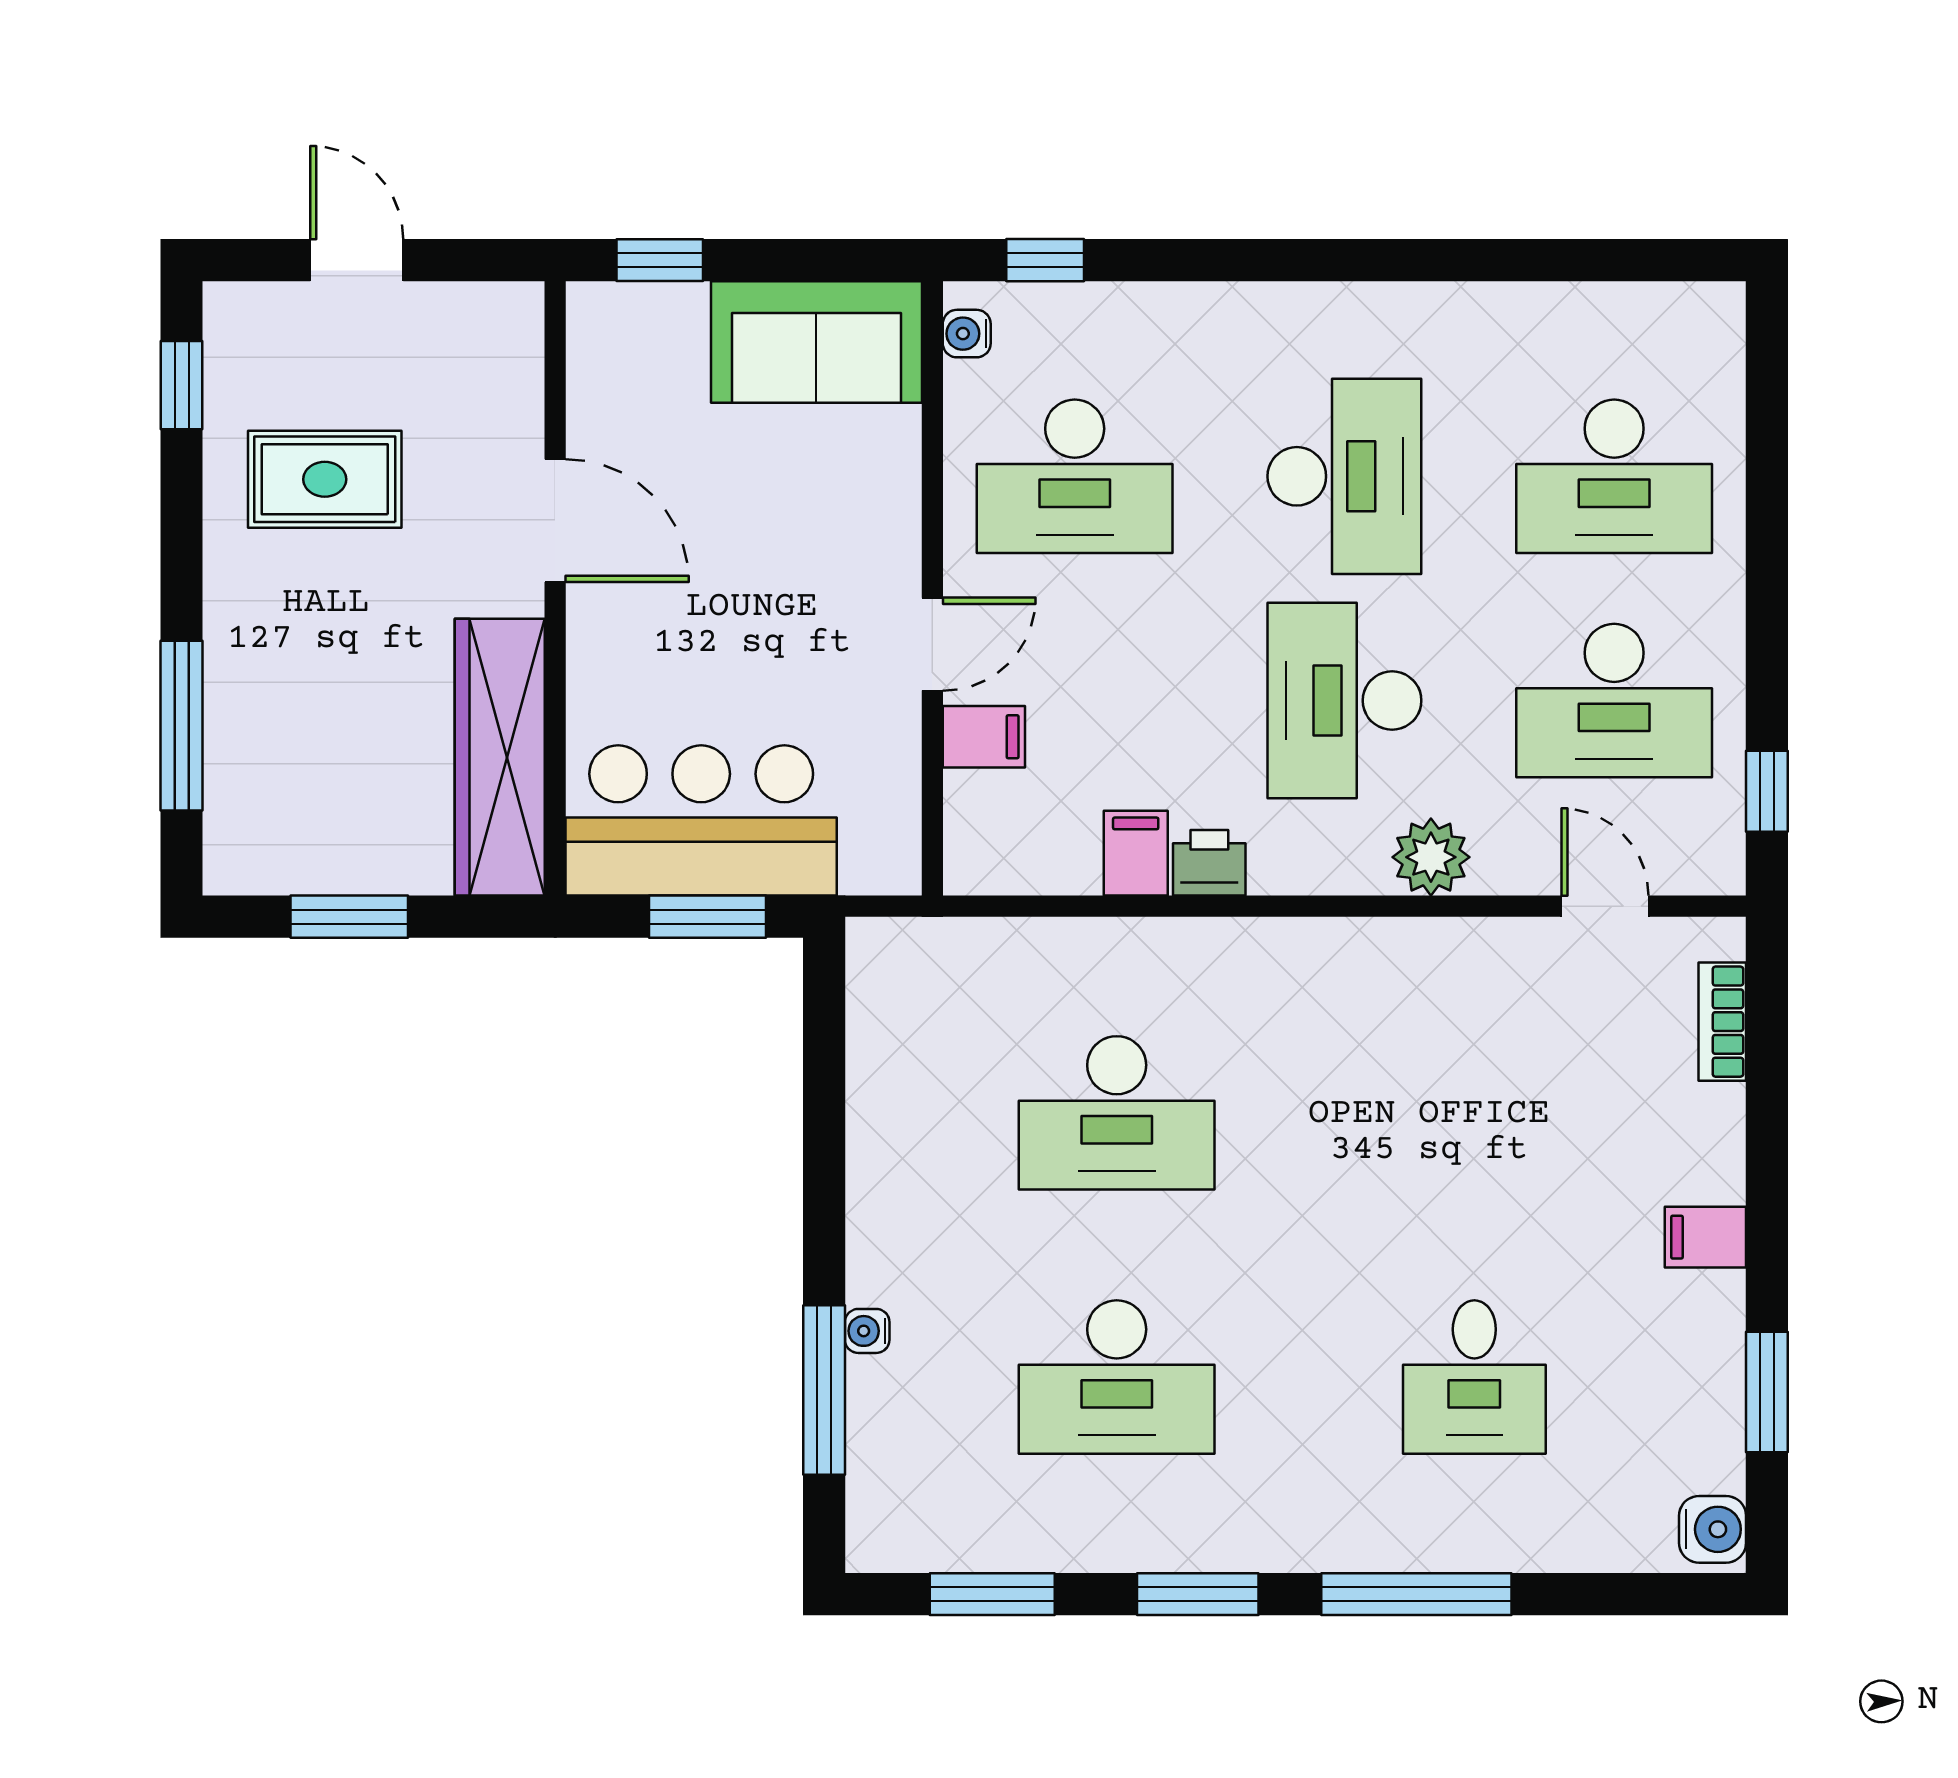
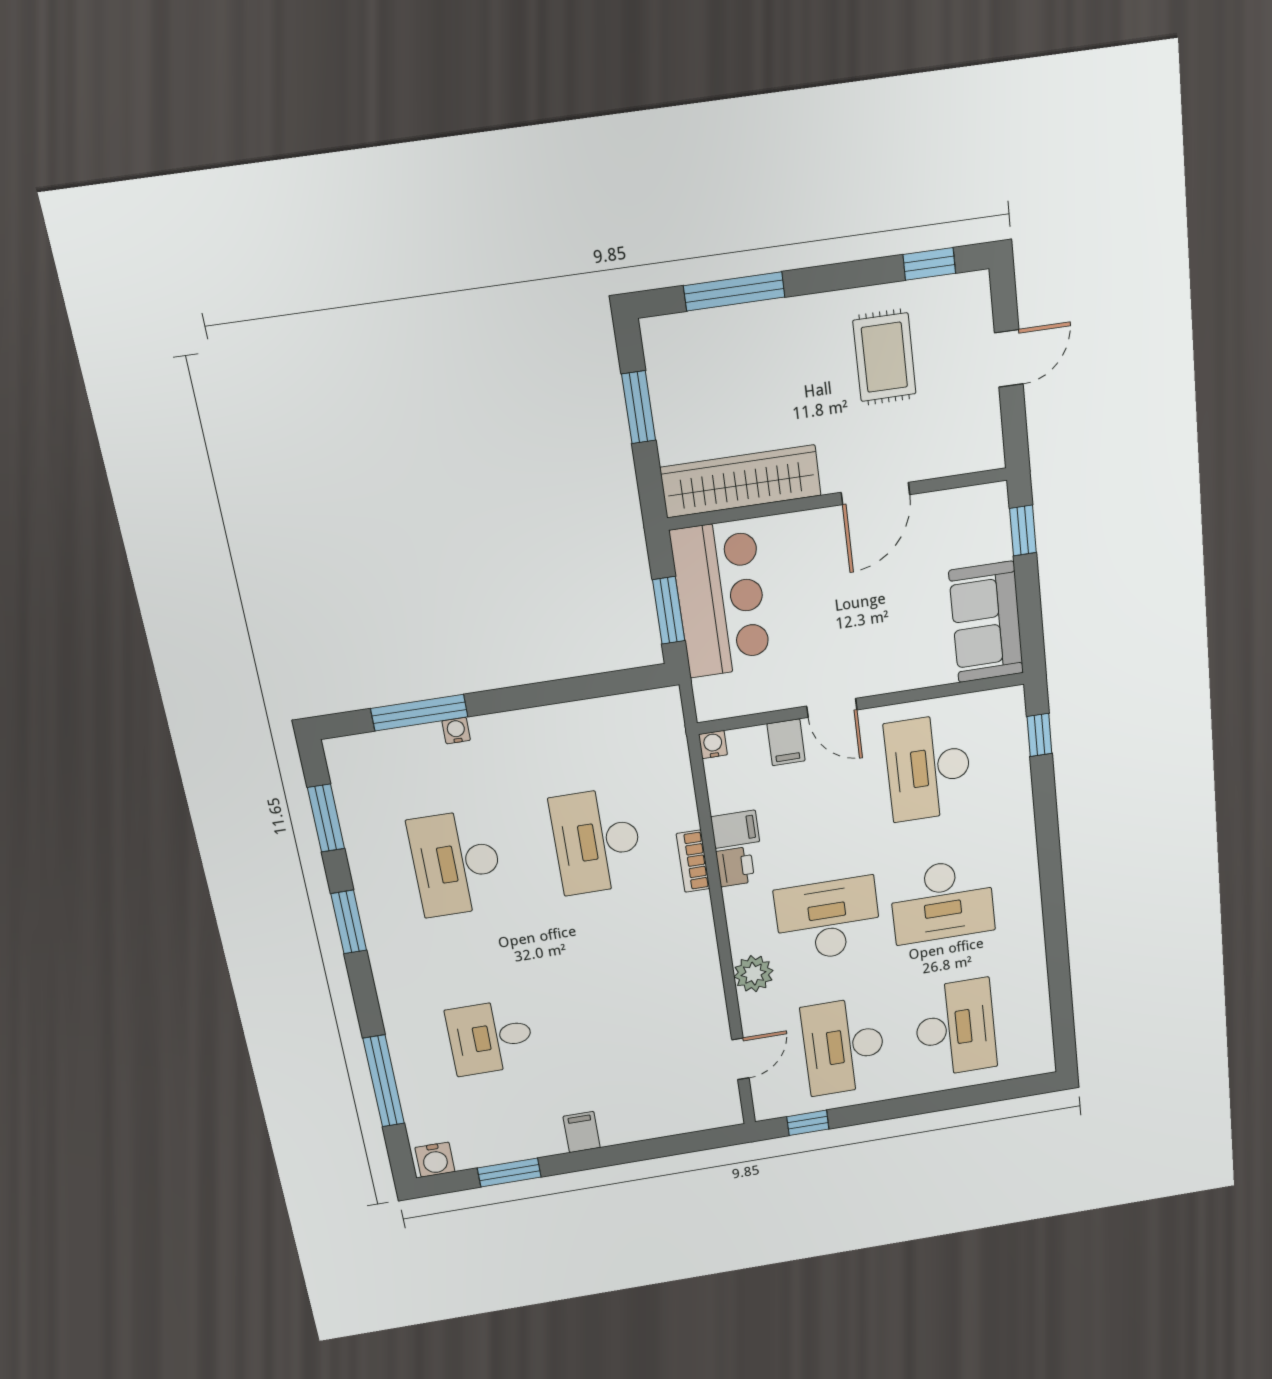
water cooler: (967, 334) -> (713, 745), moved
desk: (1614, 476) -> (955, 1028), turned 180
bookcase: (1722, 1022) -> (693, 861), moved, turned -90
window: (1416, 1594) -> (384, 1081), moved

